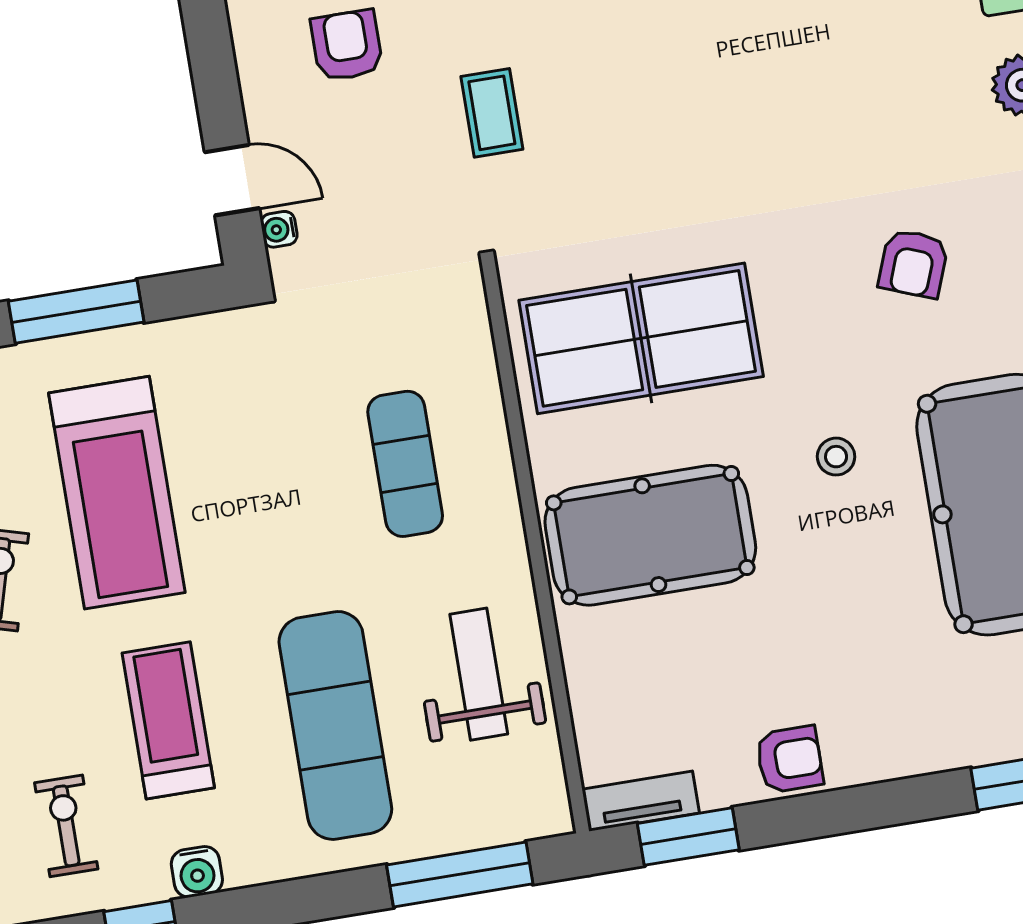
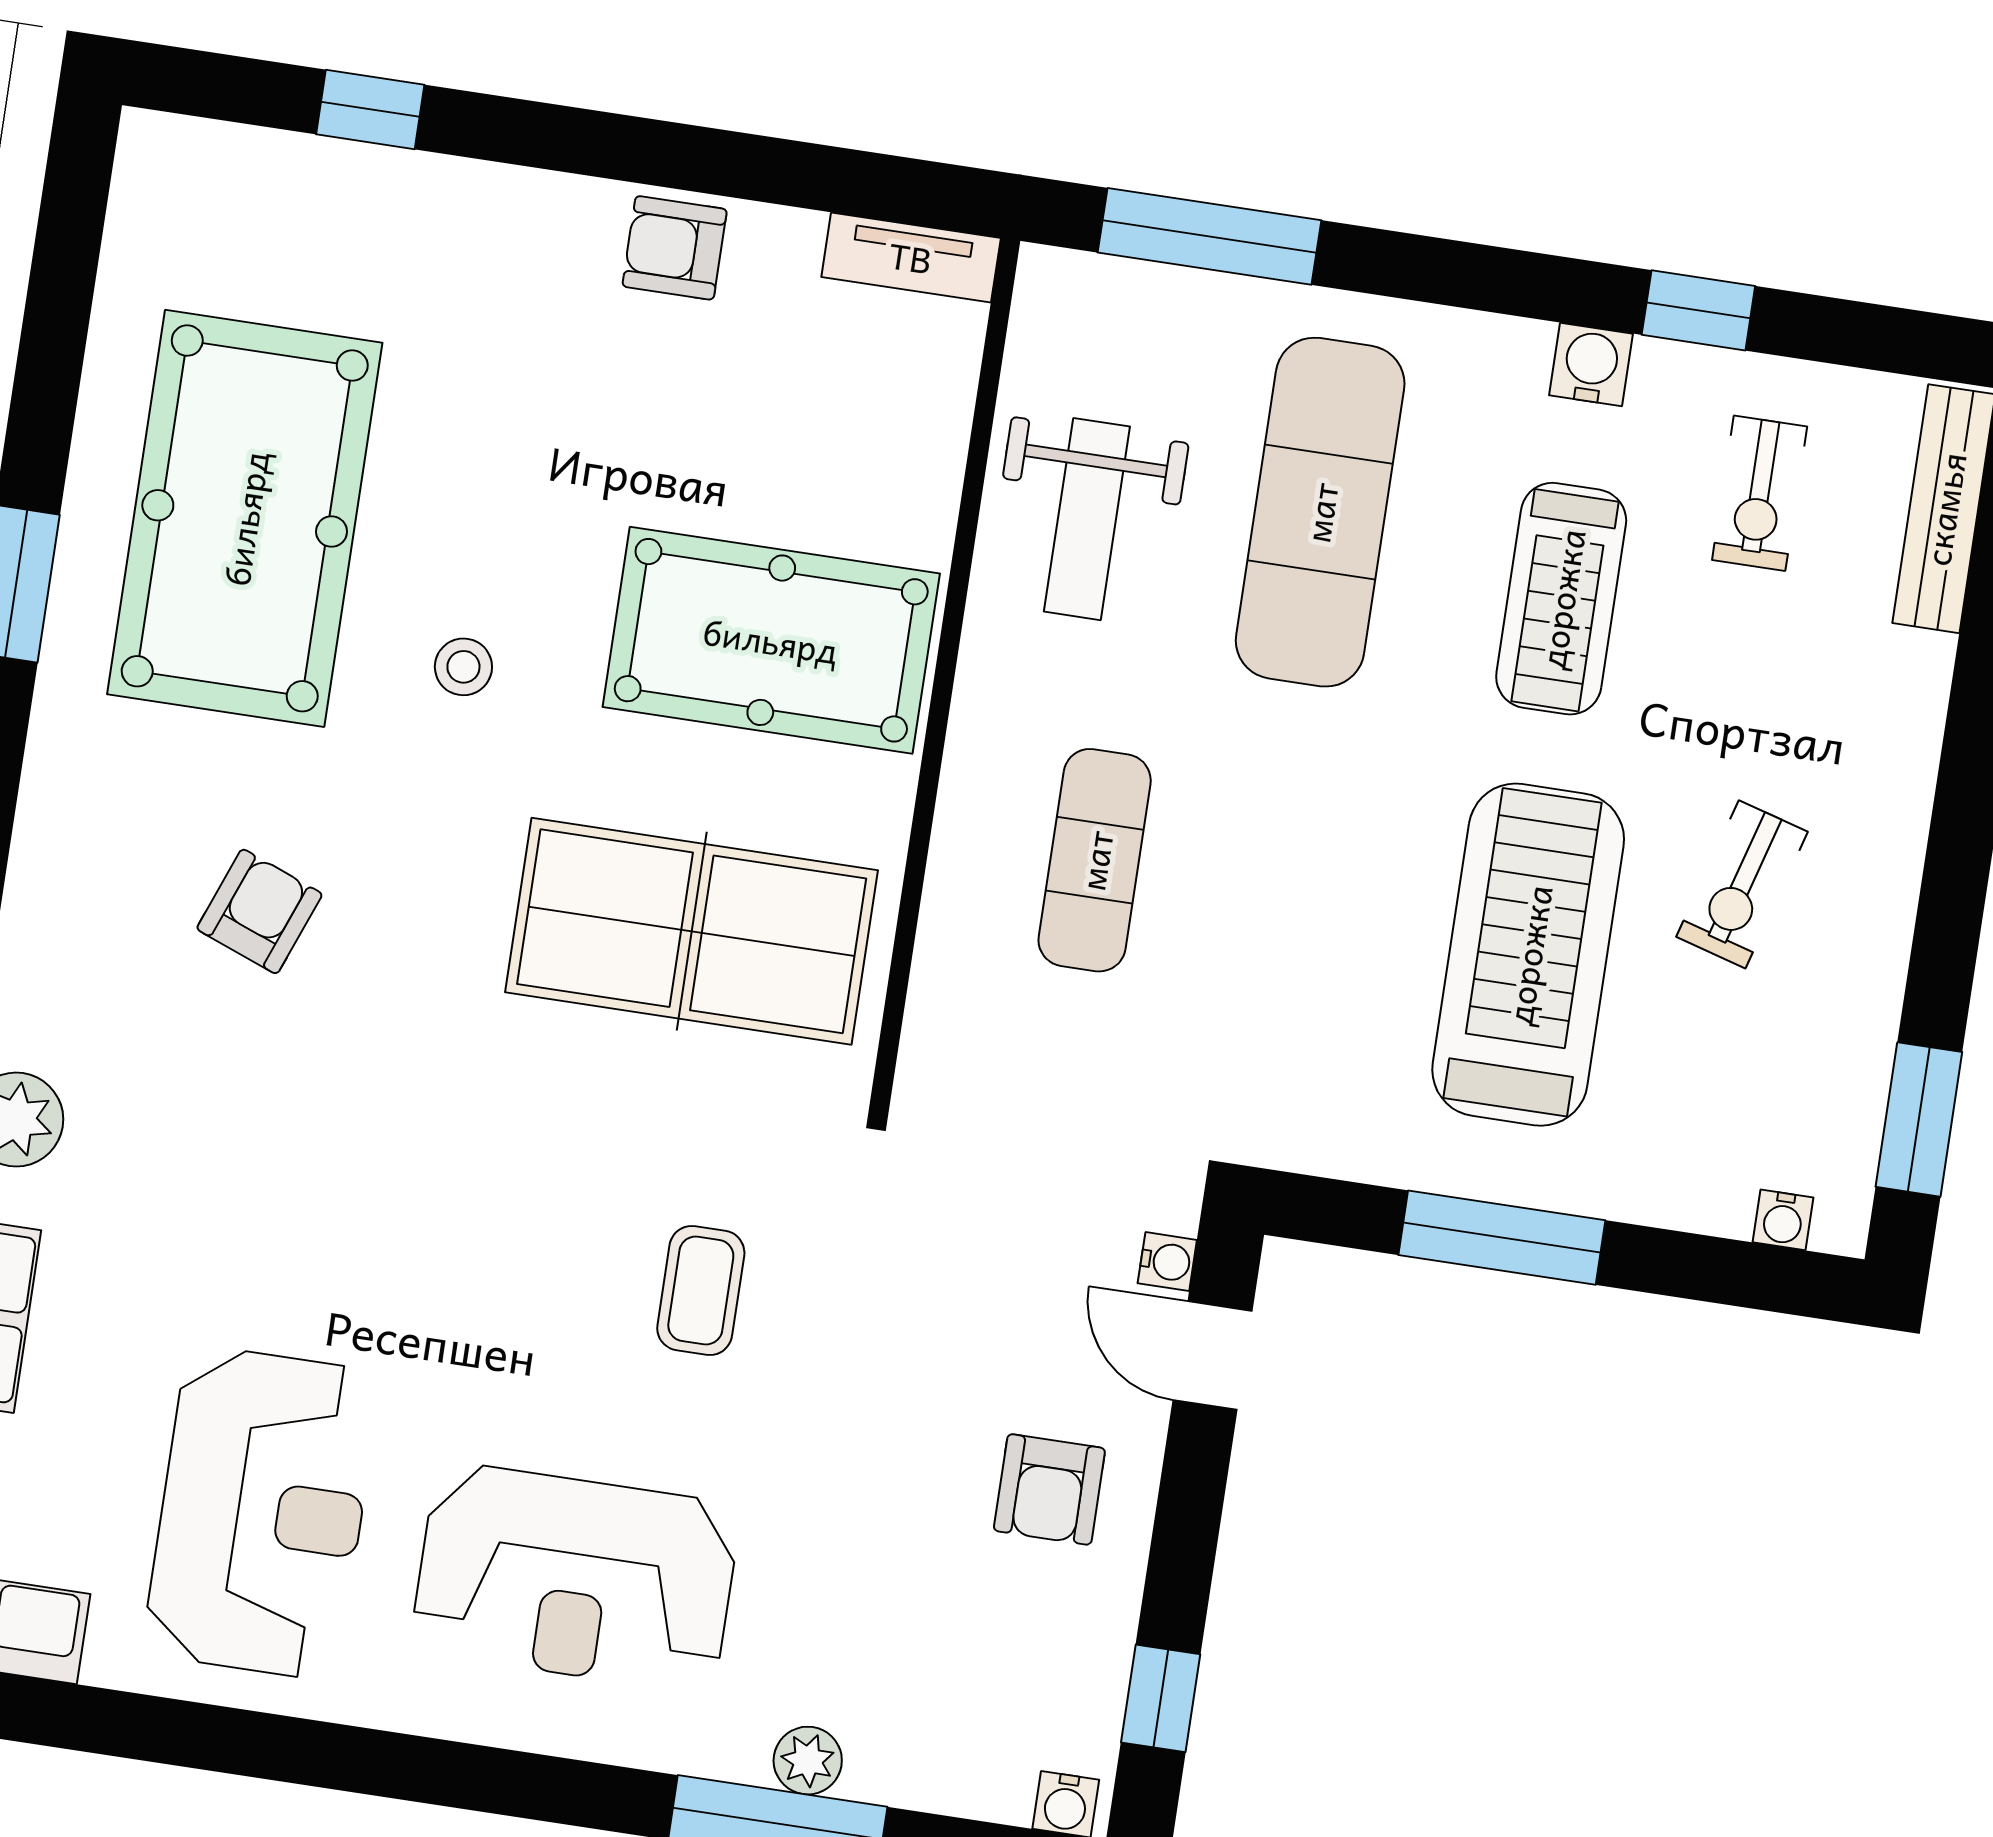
armchair: (347, 45) -> (1049, 1489), moved
coffee table: (492, 113) -> (701, 1290), moved
window: (688, 837) -> (859, 183), removed

